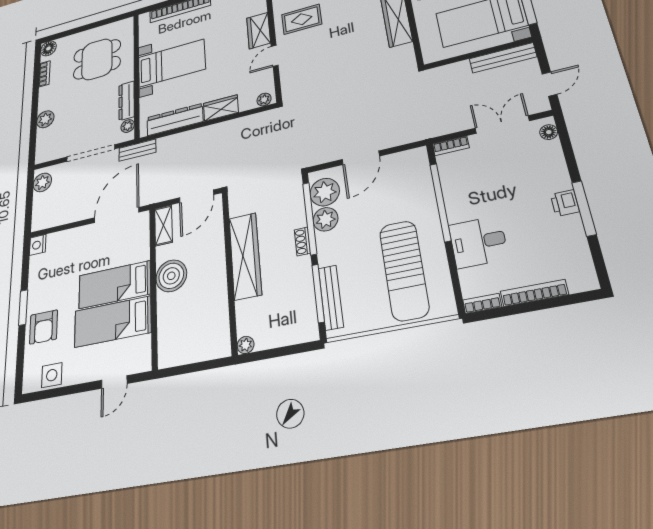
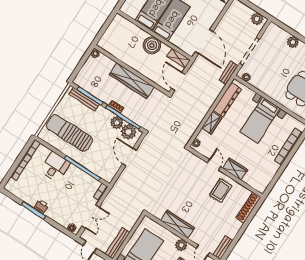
dresser: (127, 101) -> (261, 86), removed

